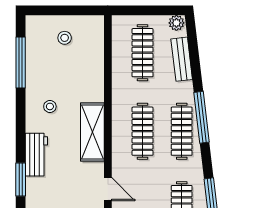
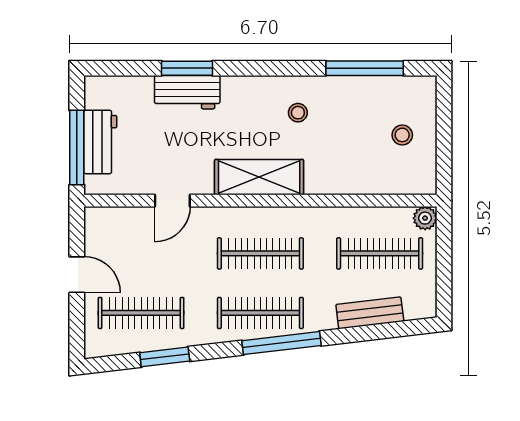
plant: (176, 23) -> (425, 218), moved
workbench: (36, 155) -> (187, 92), moved

